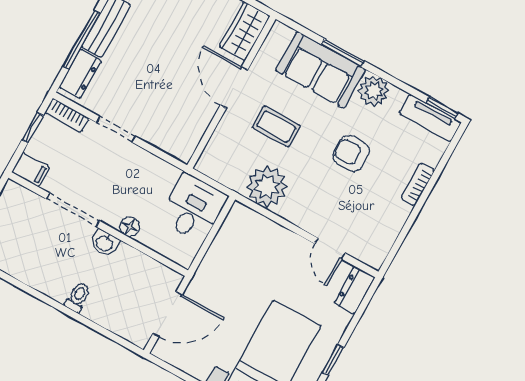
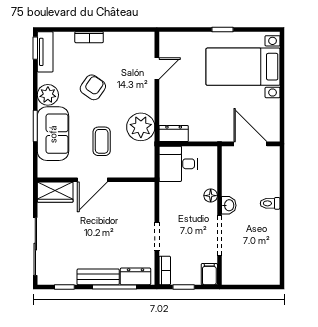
armchair: (351, 154) -> (93, 87), turned -145
dresser: (355, 290) -> (174, 134), moved, turned 180

